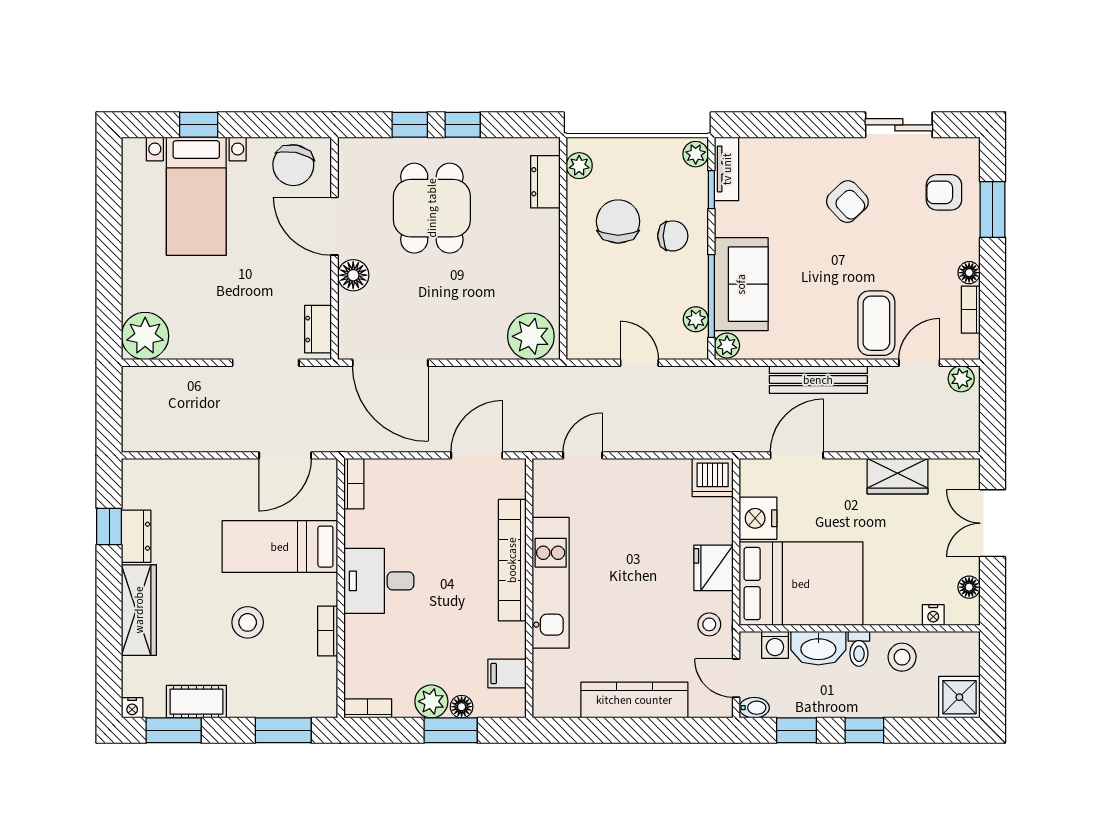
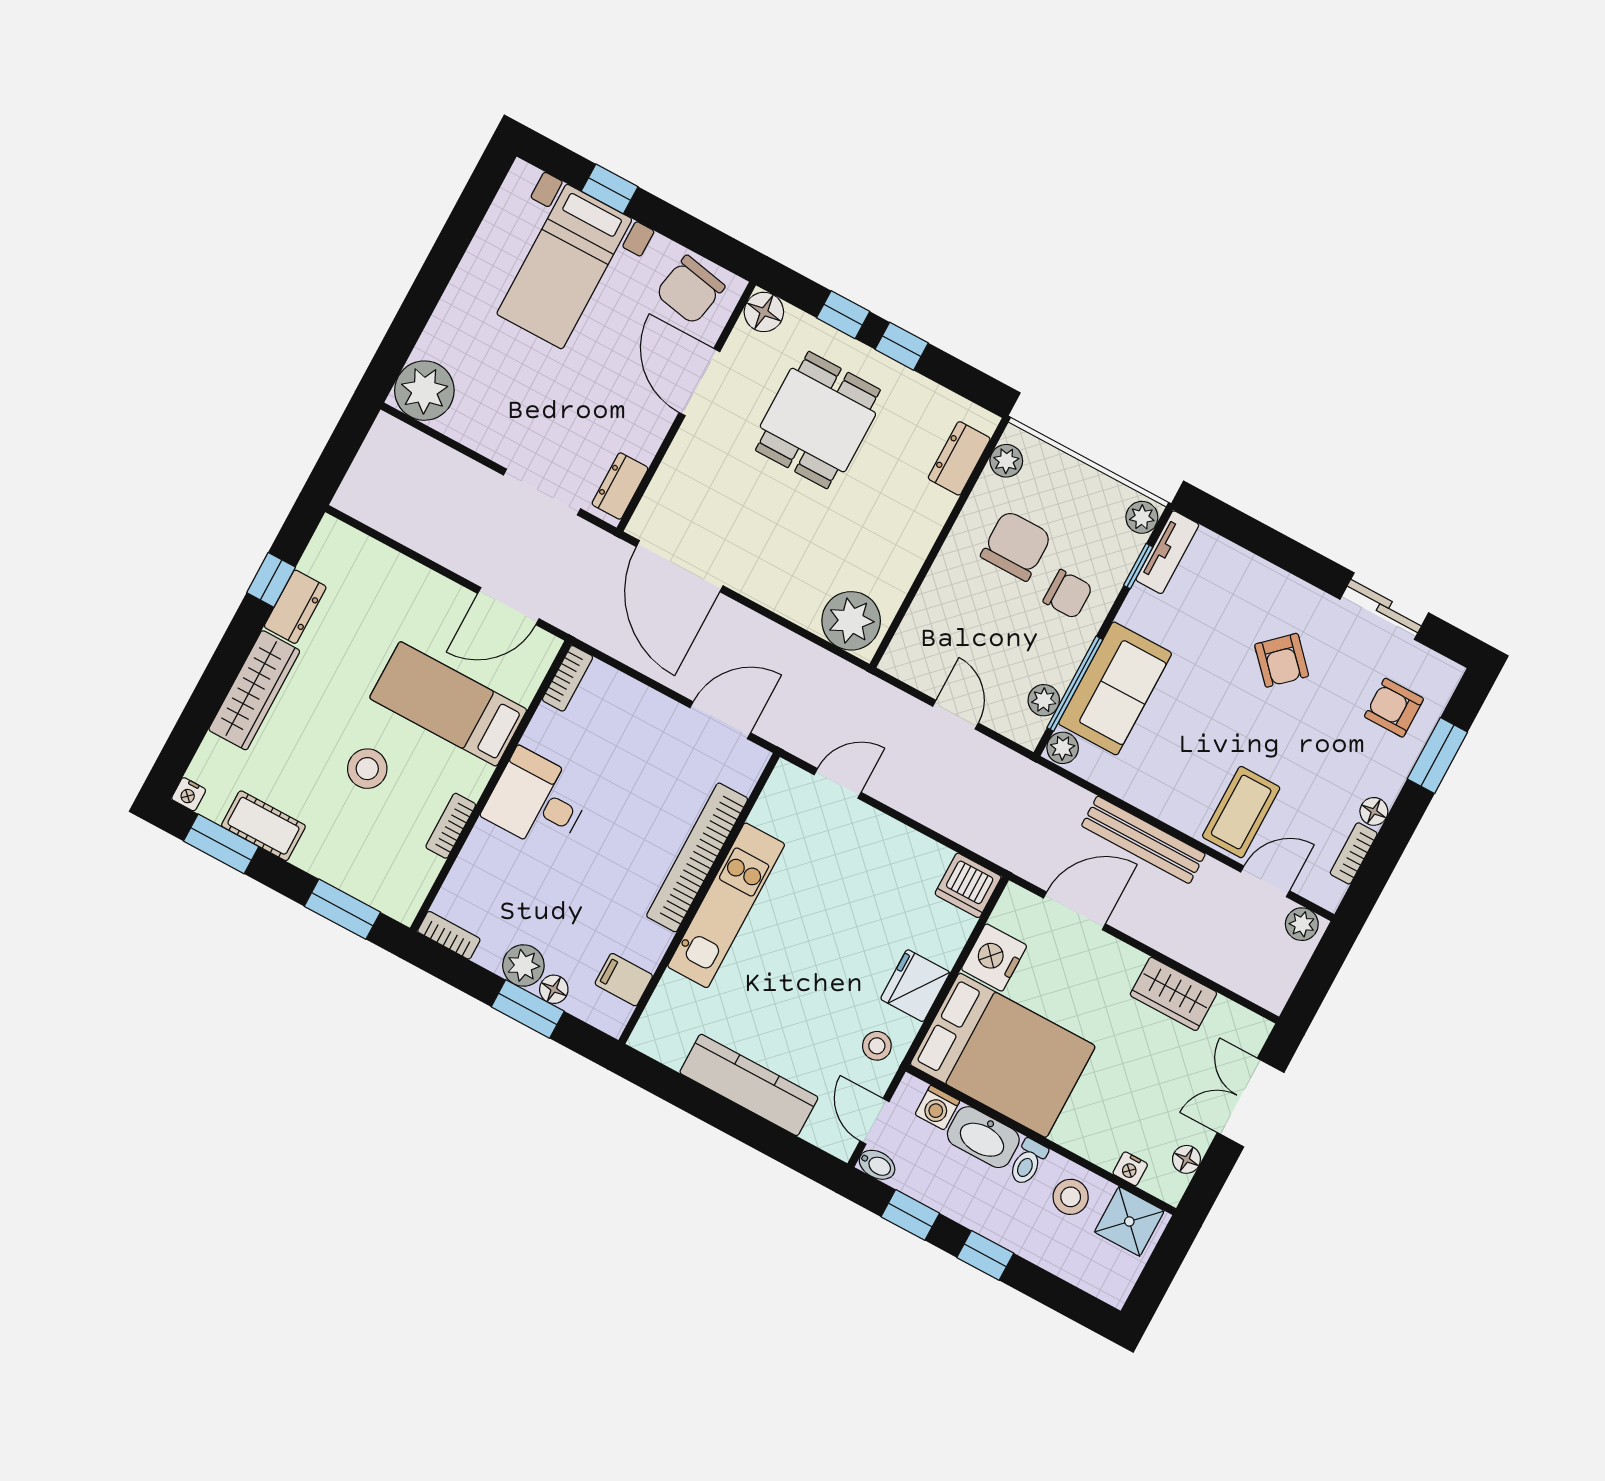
floor lamp: (353, 275) -> (764, 312), moved
shower: (959, 697) -> (1129, 1221), moved

